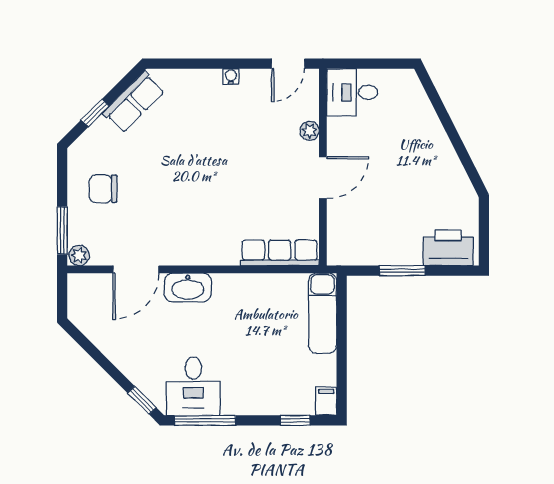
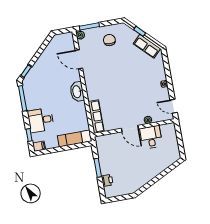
desk: (352, 92) -> (151, 137), moved
printer: (448, 248) -> (107, 180), width x0.53, depth x0.68
washbasin: (188, 288) -> (77, 92), moved
desk: (193, 386) -> (41, 120), moved

